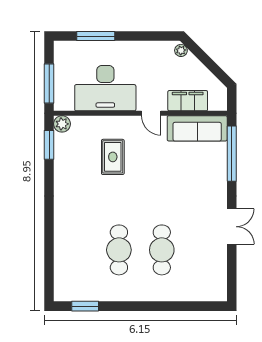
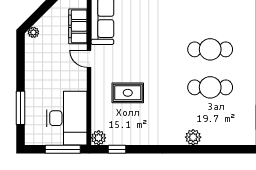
desk: (105, 88) -> (67, 118), moved
door: (151, 113) -> (89, 59), swing flipped
window: (49, 145) -> (117, 149), width x0.67
plant: (63, 231) -> (193, 137), added

